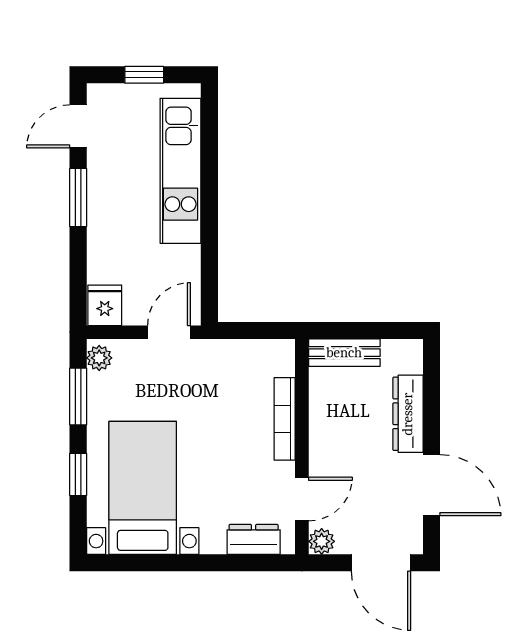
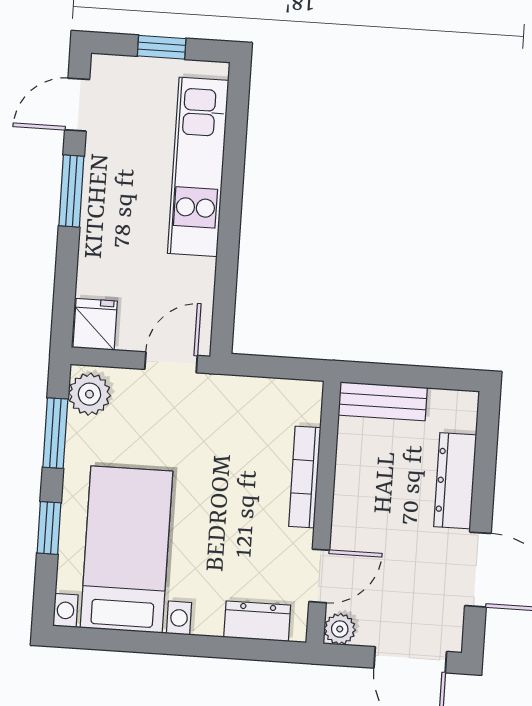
plant: (99, 358) -> (89, 394), width x1.38, depth x1.38

